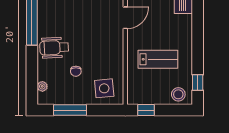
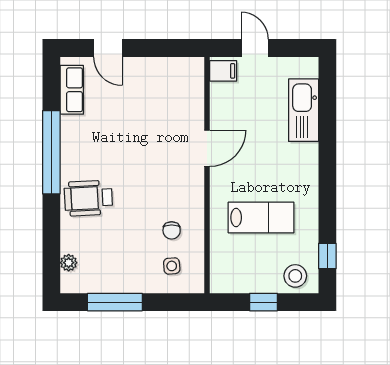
chair: (76, 71) -> (172, 230), moved
side table: (104, 88) -> (172, 266), width x0.54, depth x0.54
window: (146, 110) -> (264, 302), moved

